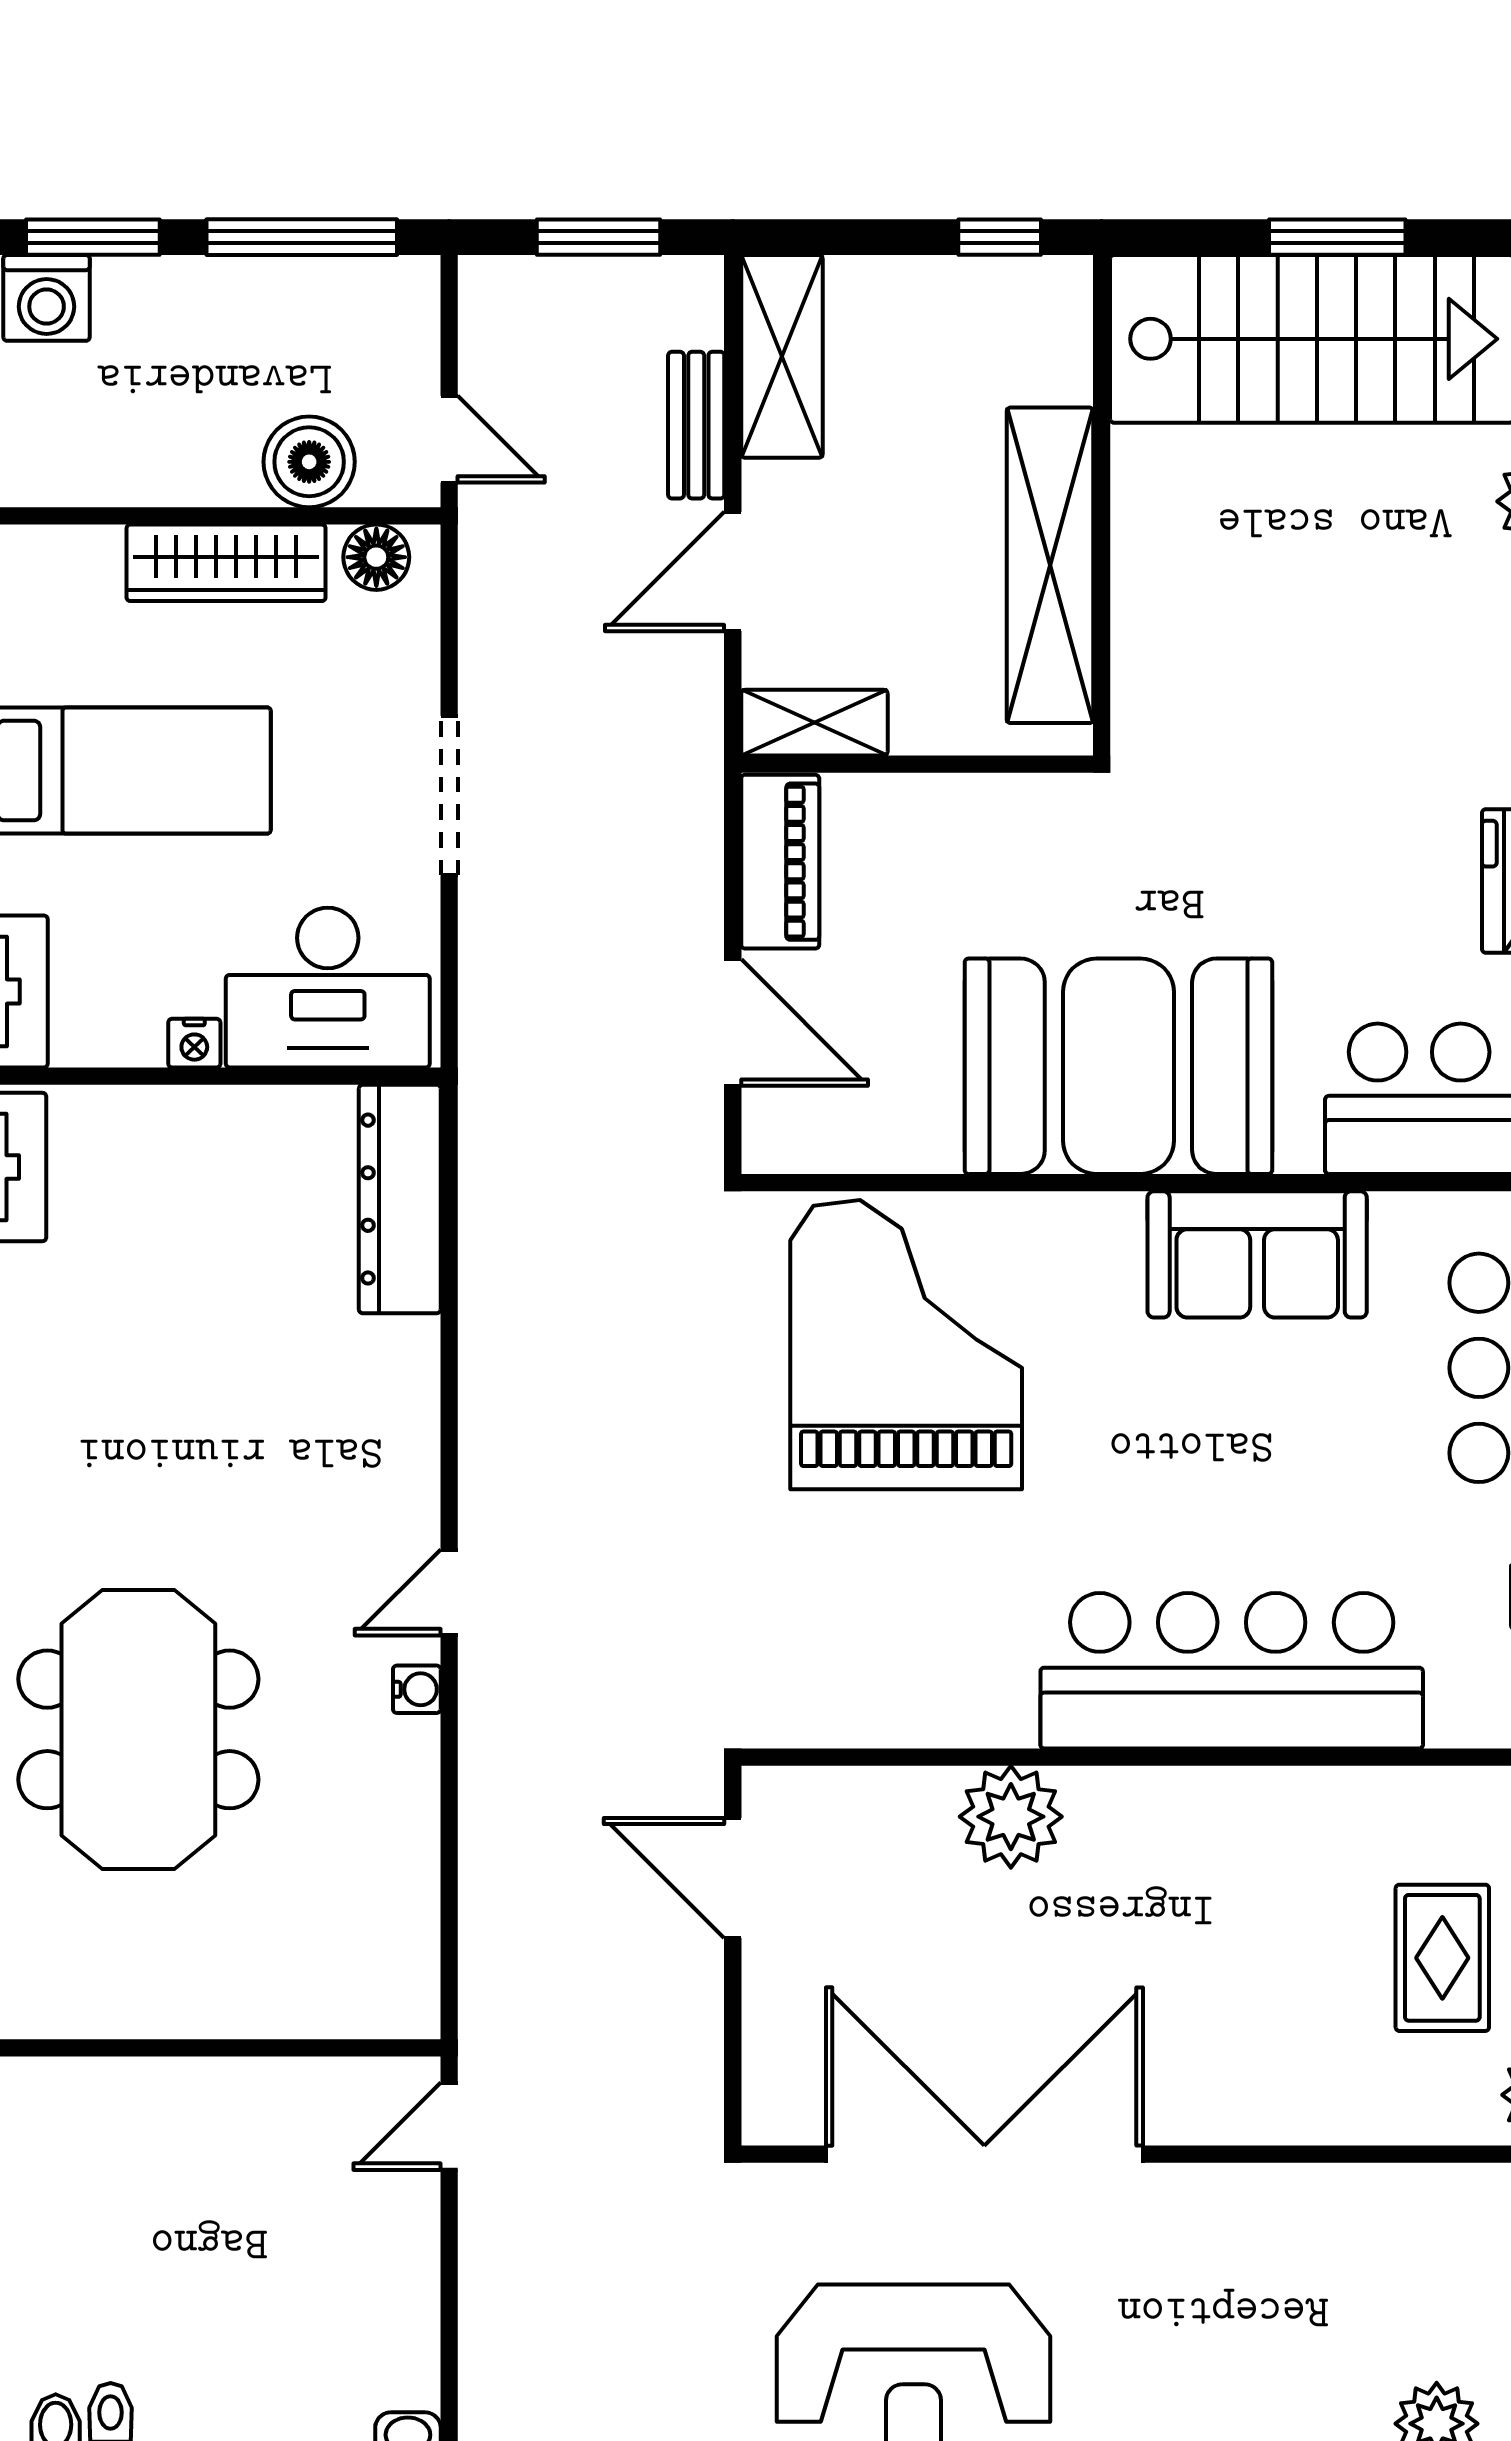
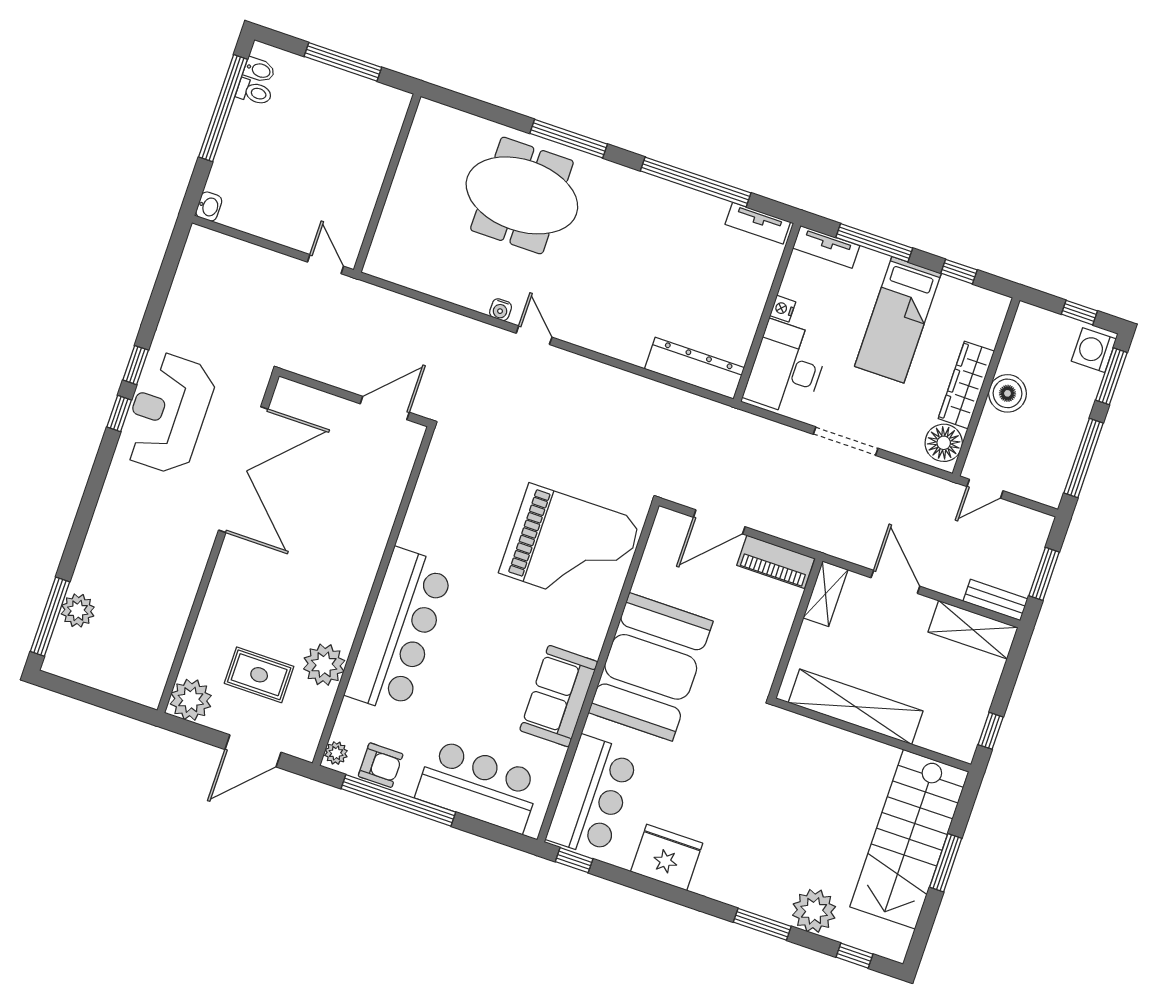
bench: (696, 425) -> (995, 600), moved
boiler: (309, 462) -> (1007, 393), moved
floor lamp: (376, 557) -> (944, 443), width x1.38, depth x1.38
plant: (1011, 1817) -> (324, 665), moved

